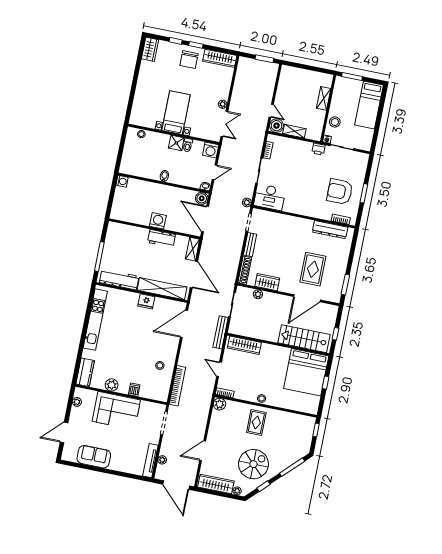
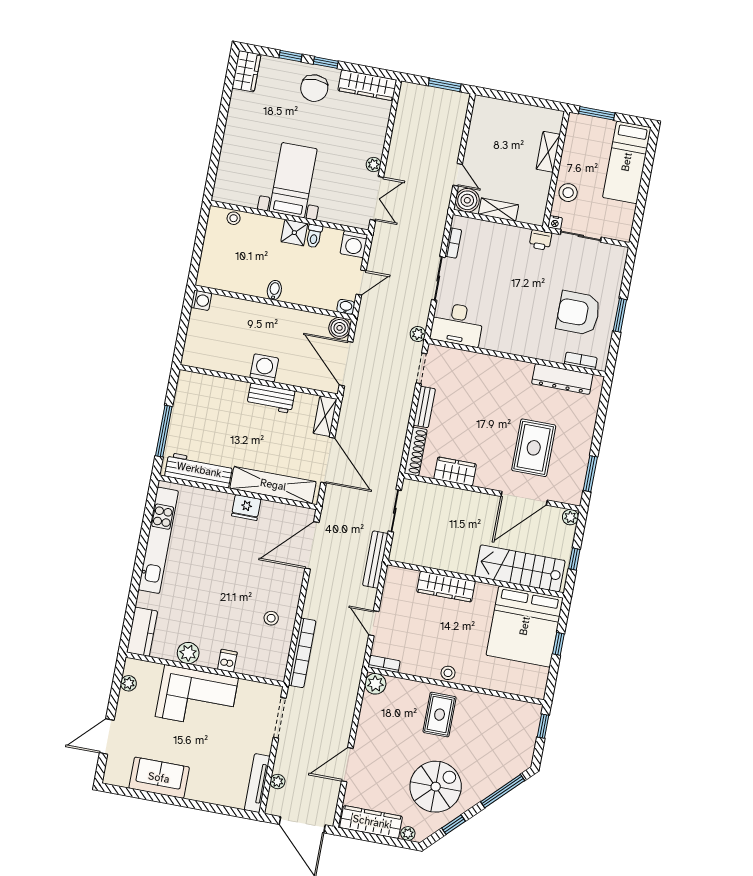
plant: (258, 294) -> (570, 517), moved
wardrobe: (244, 345) -> (446, 587), moved

